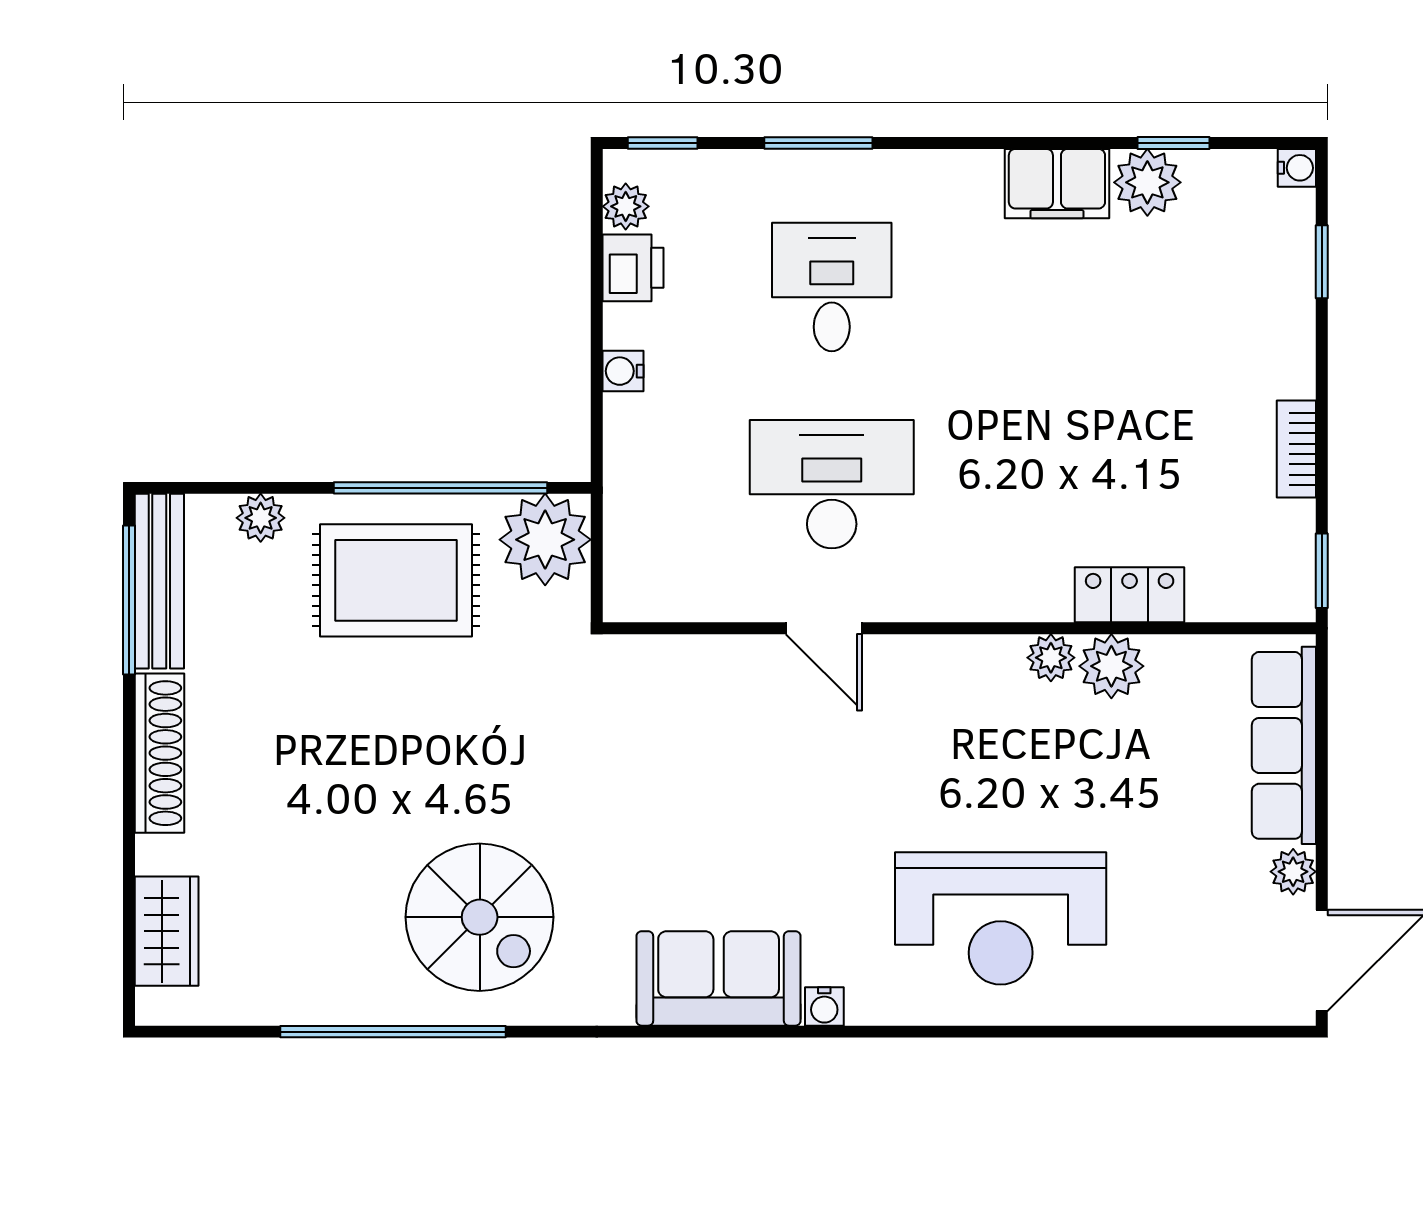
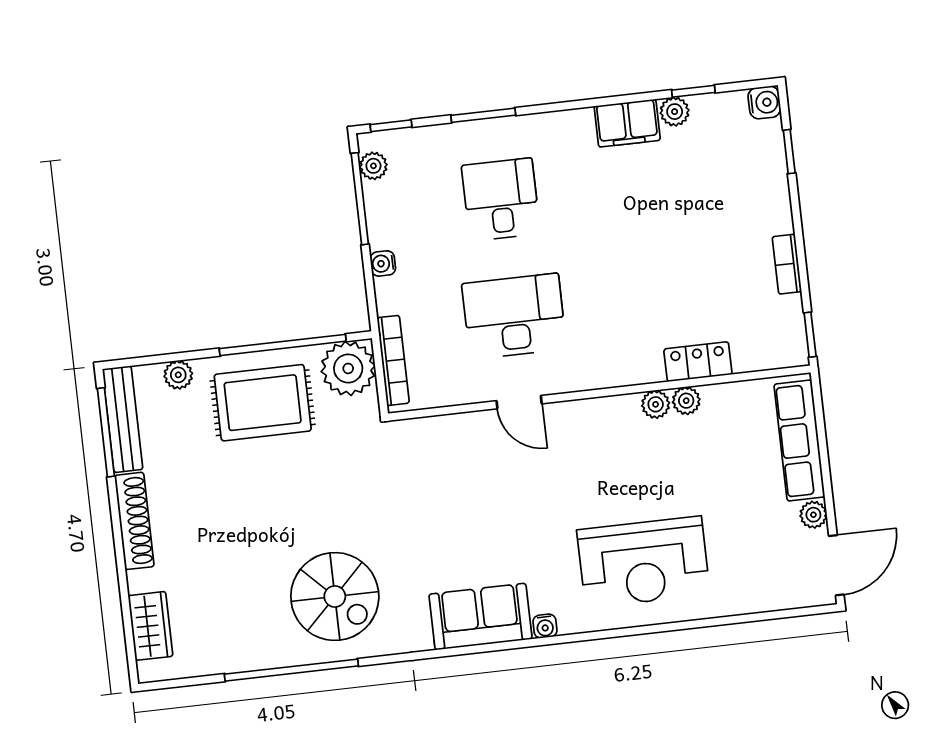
water cooler: (1297, 168) -> (764, 102), width x1.38, depth x1.38
plant: (1147, 182) -> (675, 112), width x0.73, depth x0.73
window: (597, 259) -> (360, 199), added
printer: (633, 268) -> (382, 202), removed
bookcase: (622, 535) -> (393, 360), added
plant: (1111, 666) -> (686, 401), width x0.73, depth x0.73

